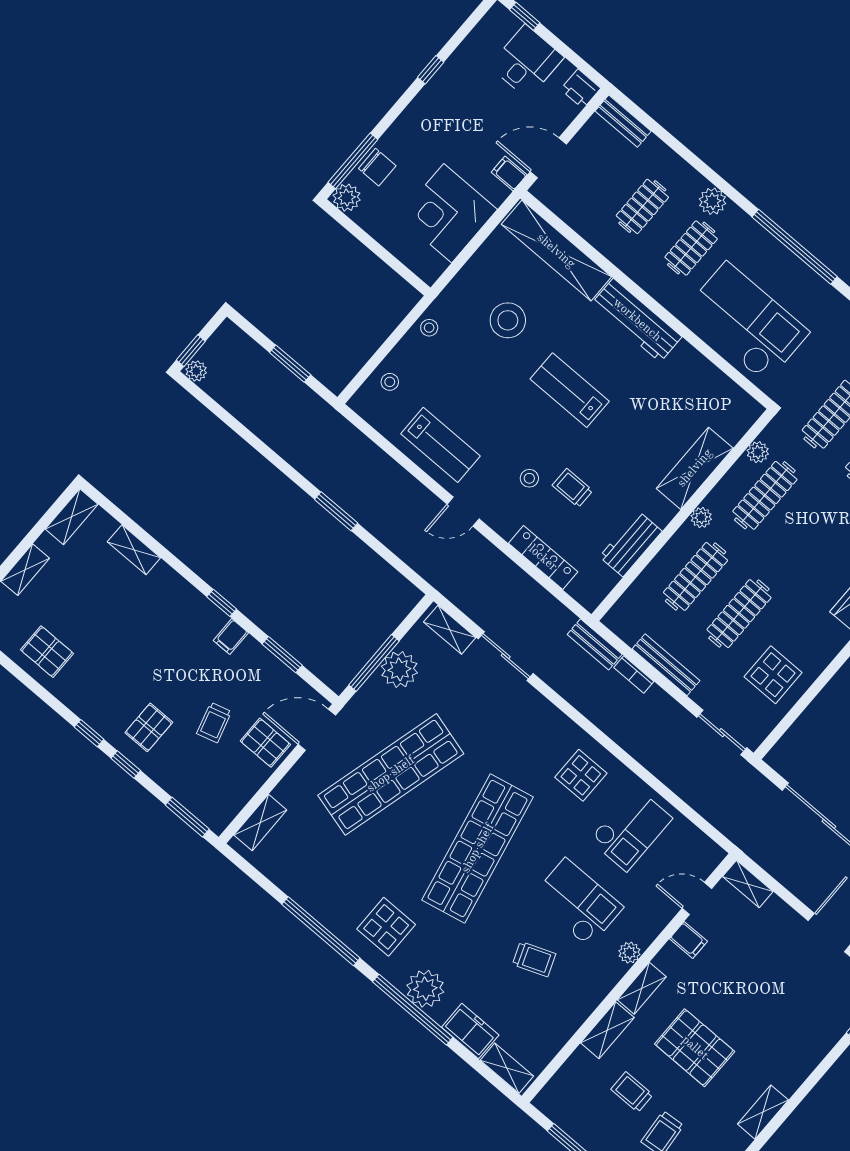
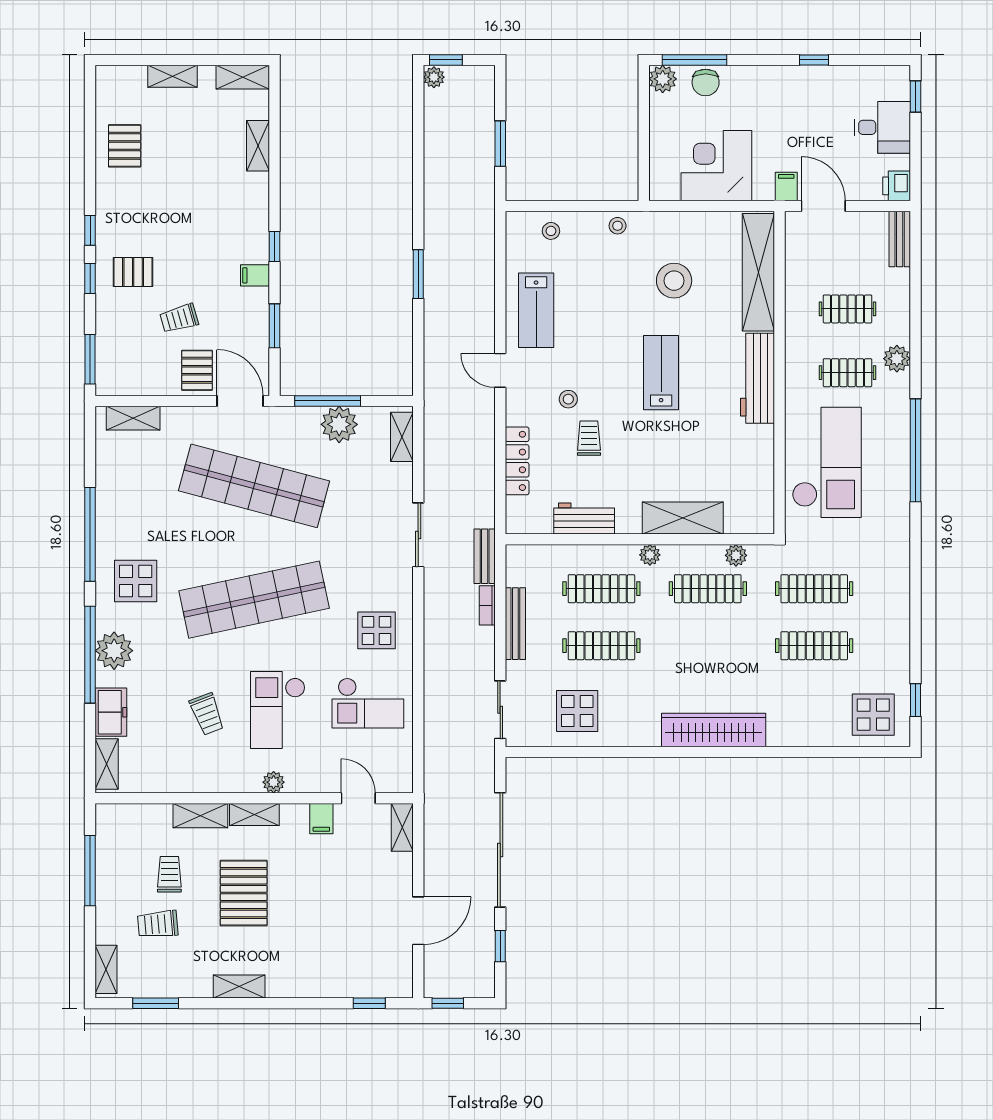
sliding door: (506, 656) -> (418, 535), moved
checkout: (577, 902) -> (278, 710), turned 180

